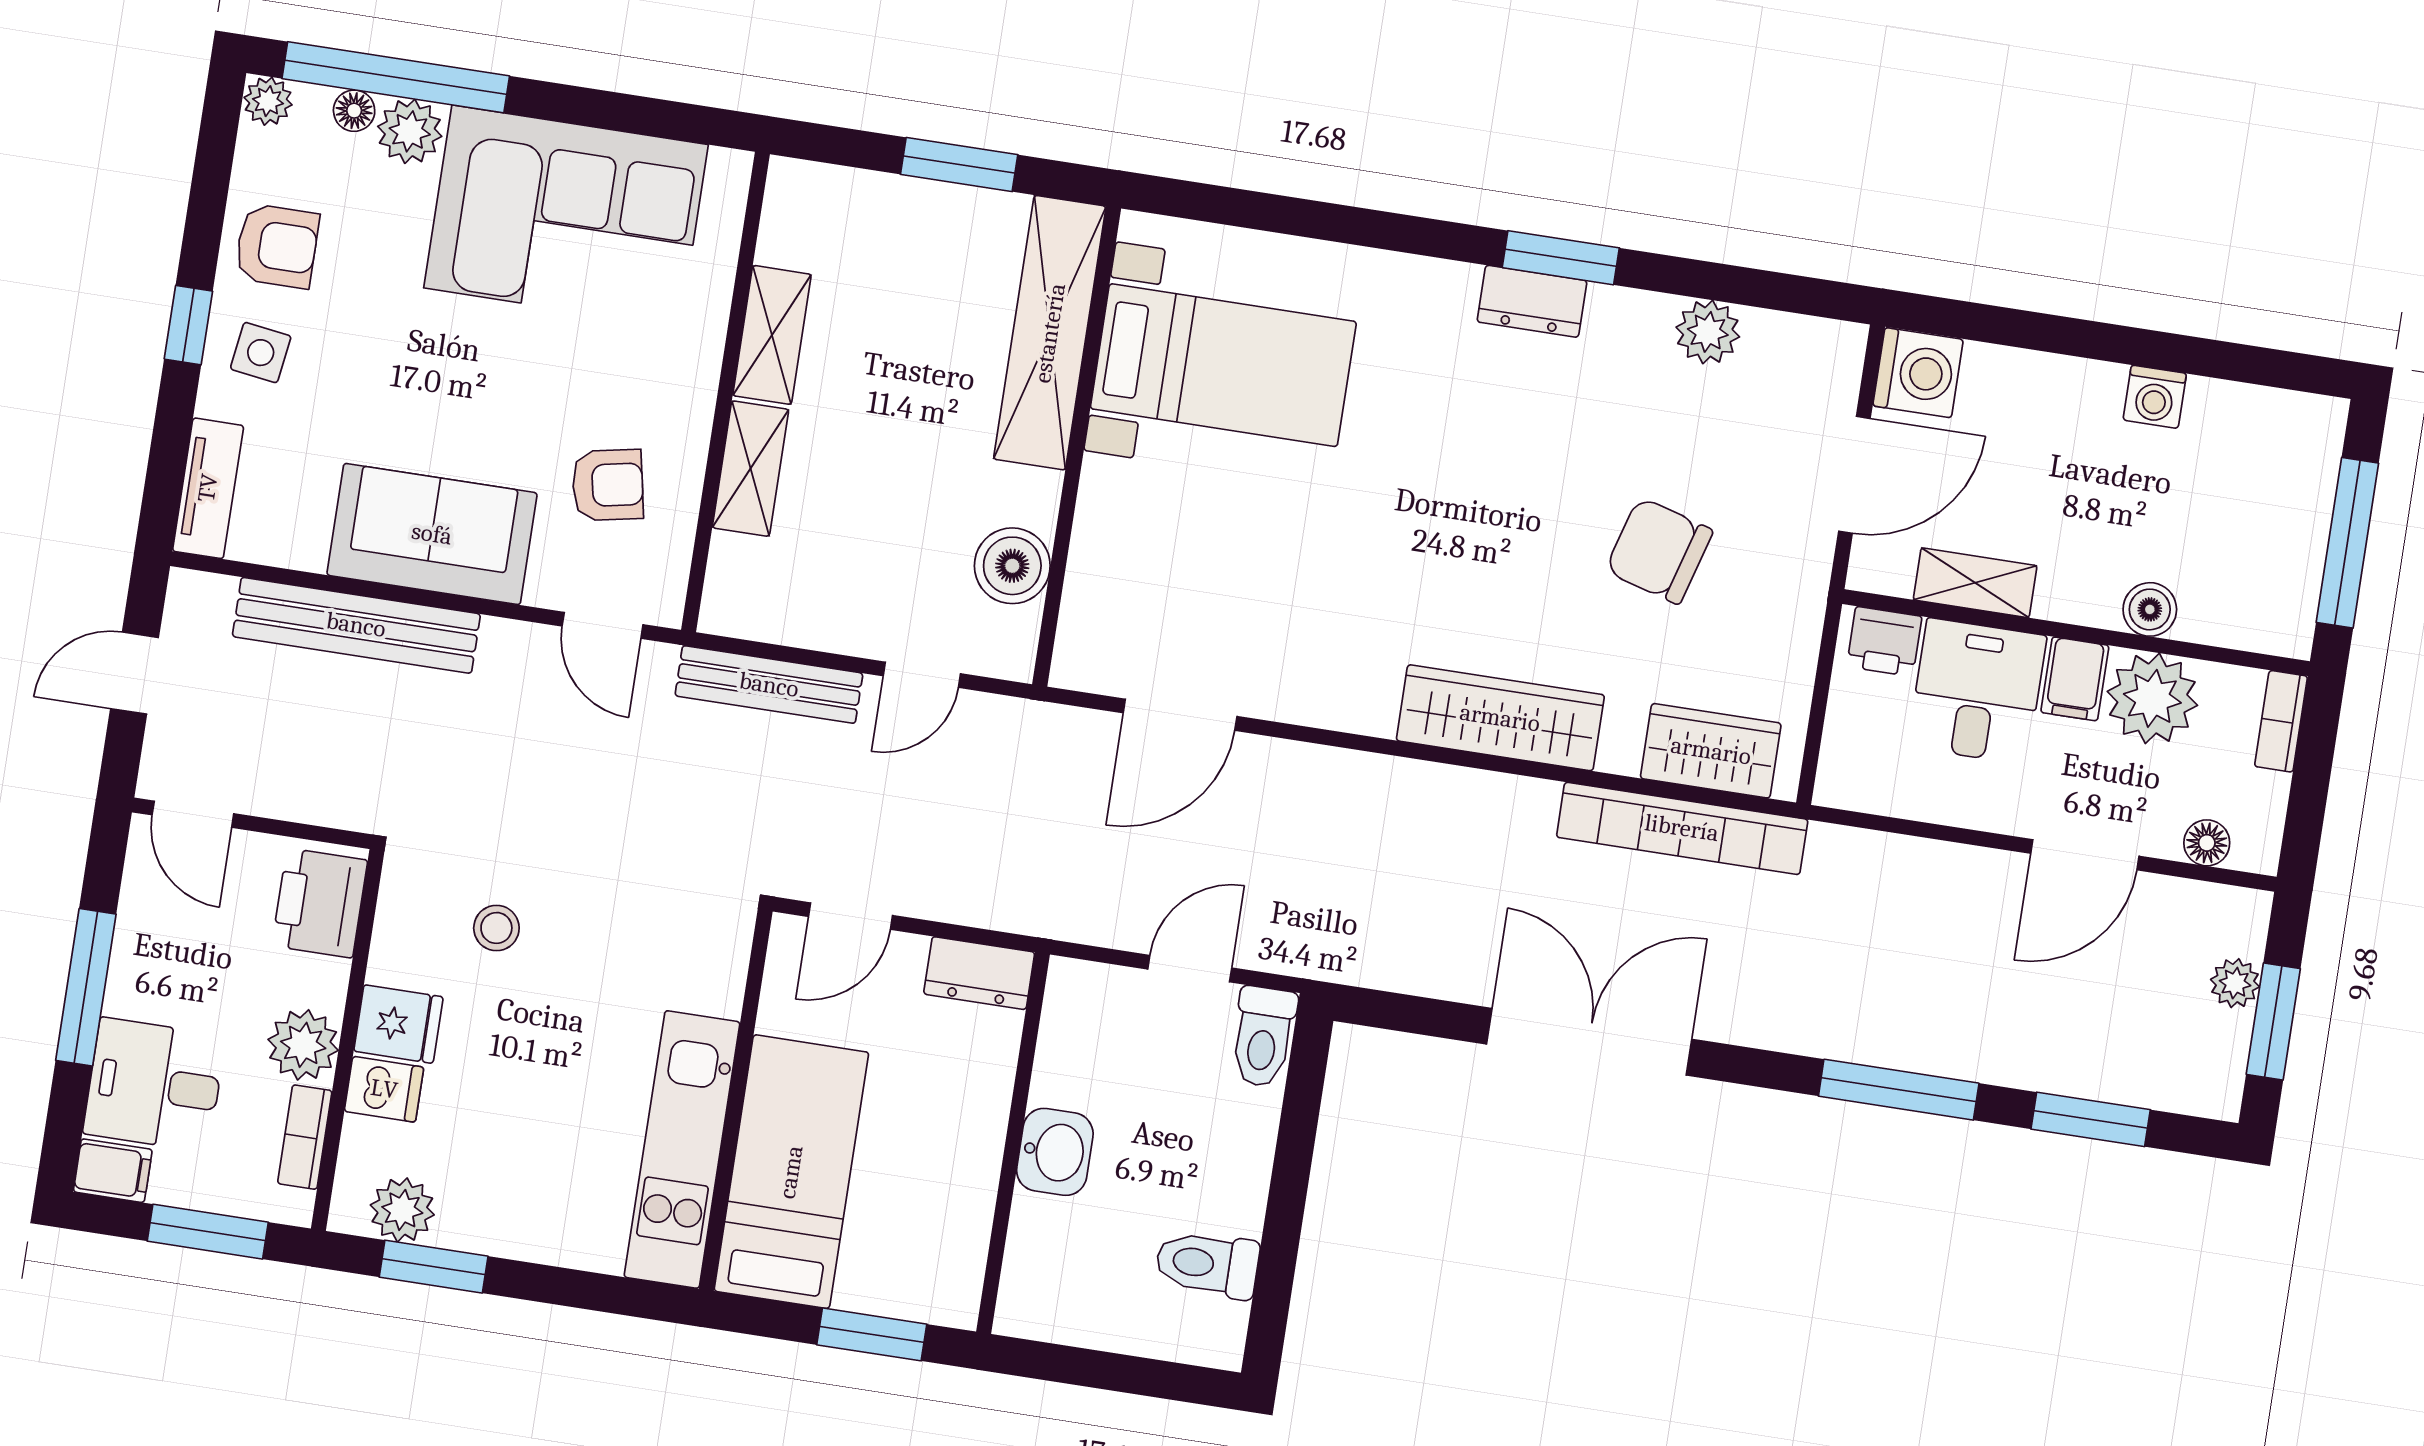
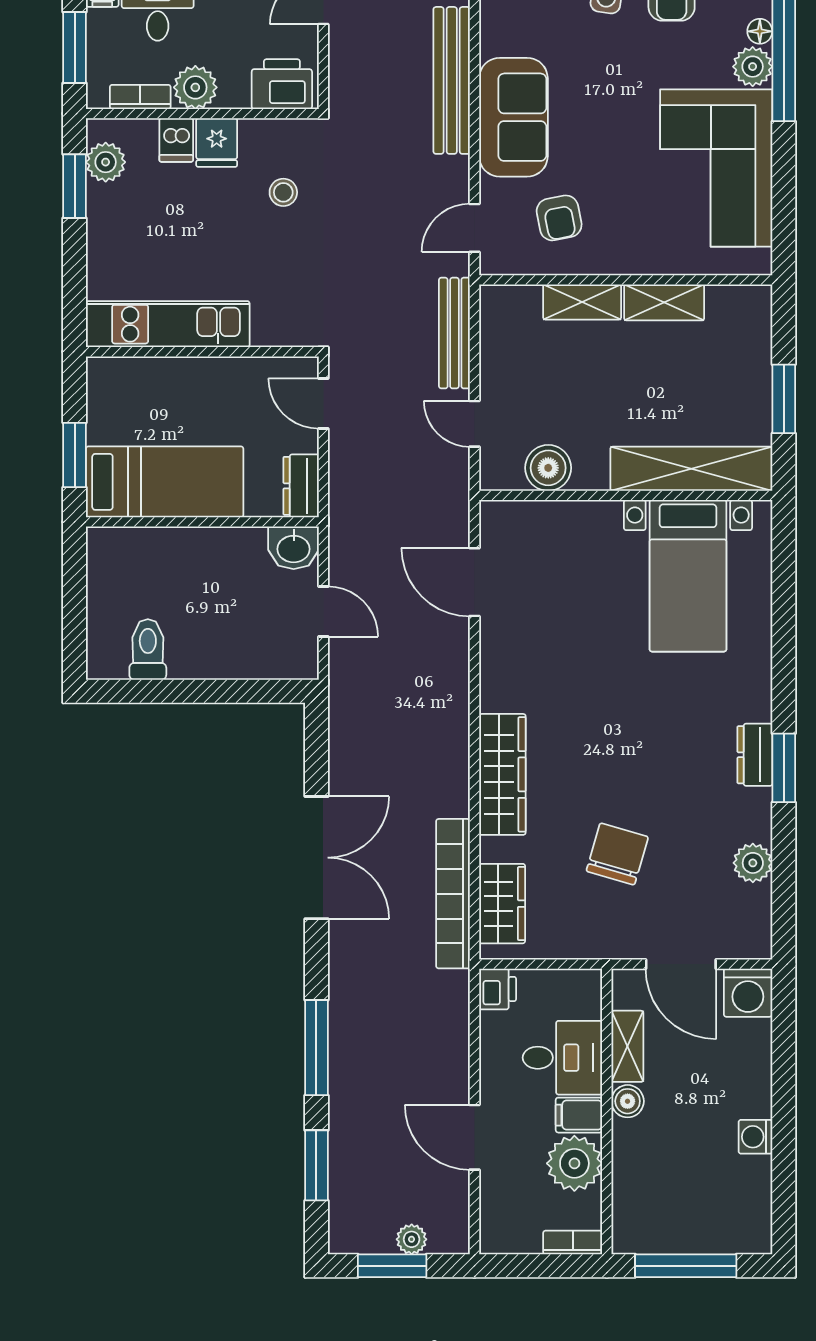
boiler: (2150, 609) -> (628, 1101), moved
printer: (1884, 641) -> (498, 989), moved, turned 180
floor lamp: (2207, 843) -> (493, 1209), removed
toilet: (1263, 1037) -> (289, 662), removed
washbasin: (1055, 1152) -> (294, 548), moved
bed: (791, 1172) -> (165, 482), moved

